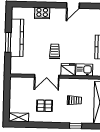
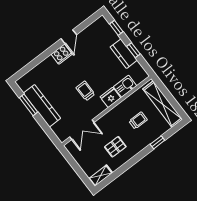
cooker: (42, 13) -> (62, 54), moved
window: (8, 42) -> (29, 105), moved
double door: (47, 76) -> (82, 130), moved

